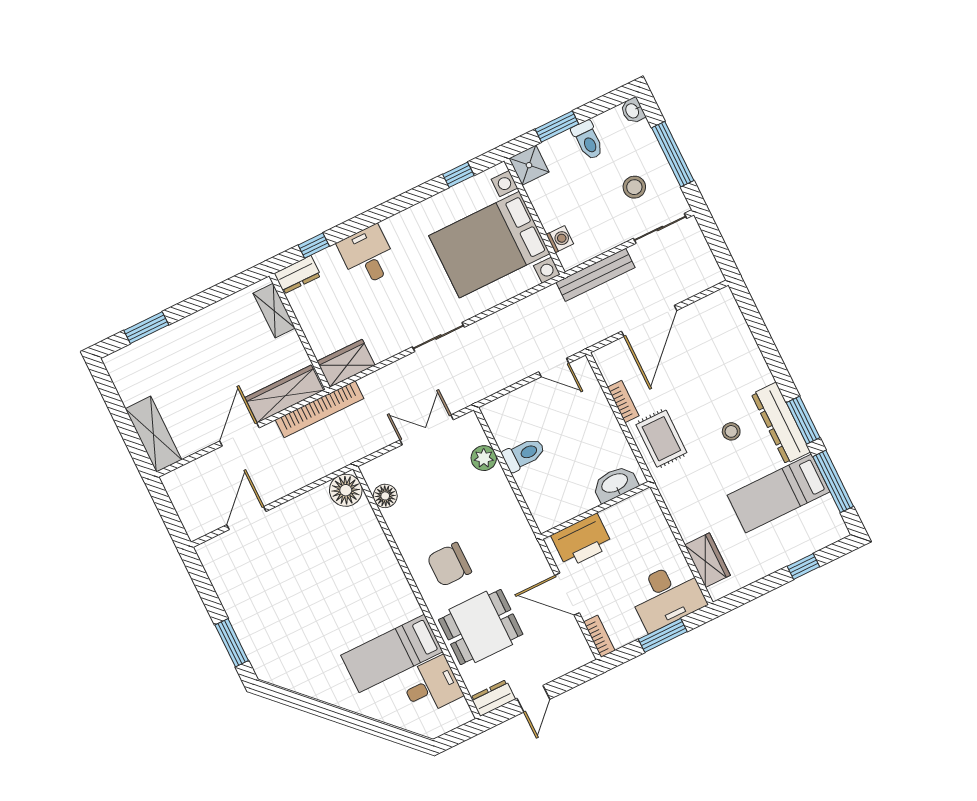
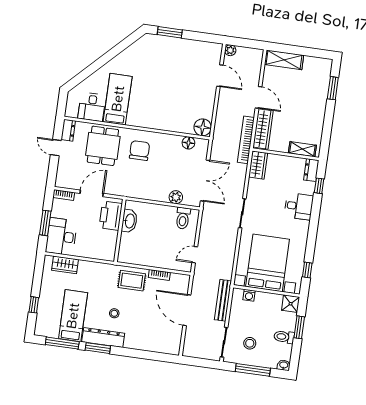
double door: (427, 430) -> (205, 181), width x1.37
toilet: (524, 454) -> (183, 218), moved
washbasin: (615, 484) -> (129, 221), moved
plant: (196, 529) -> (230, 50), added

